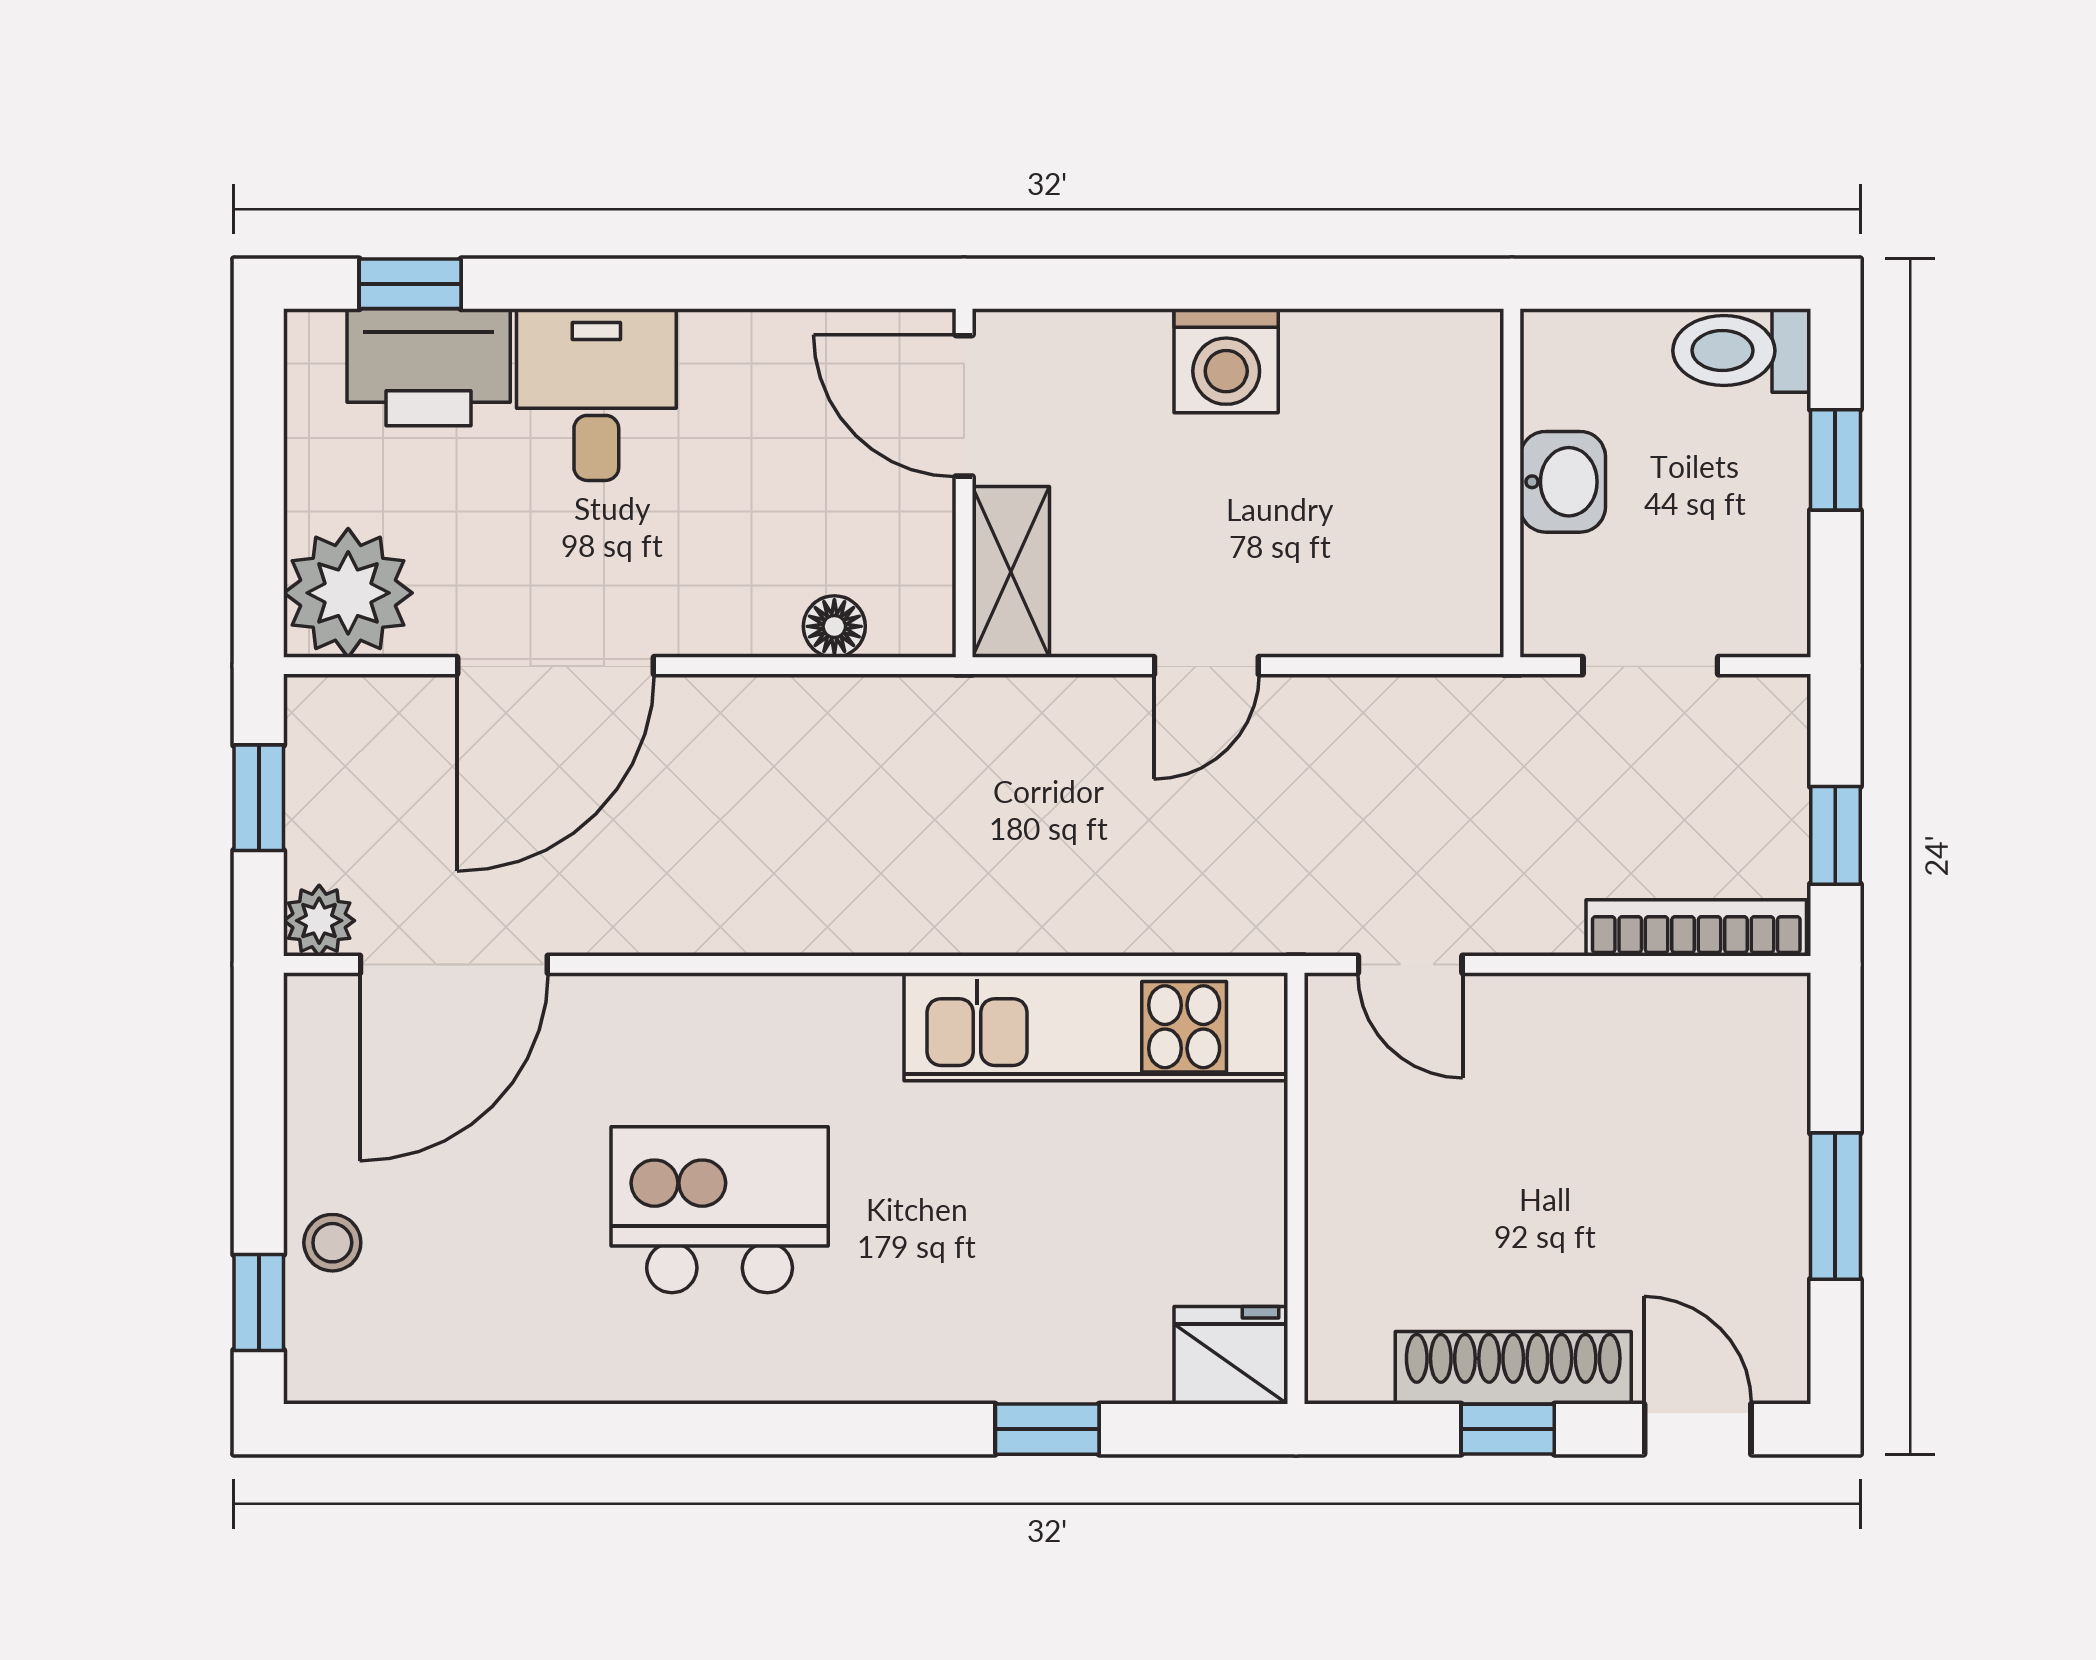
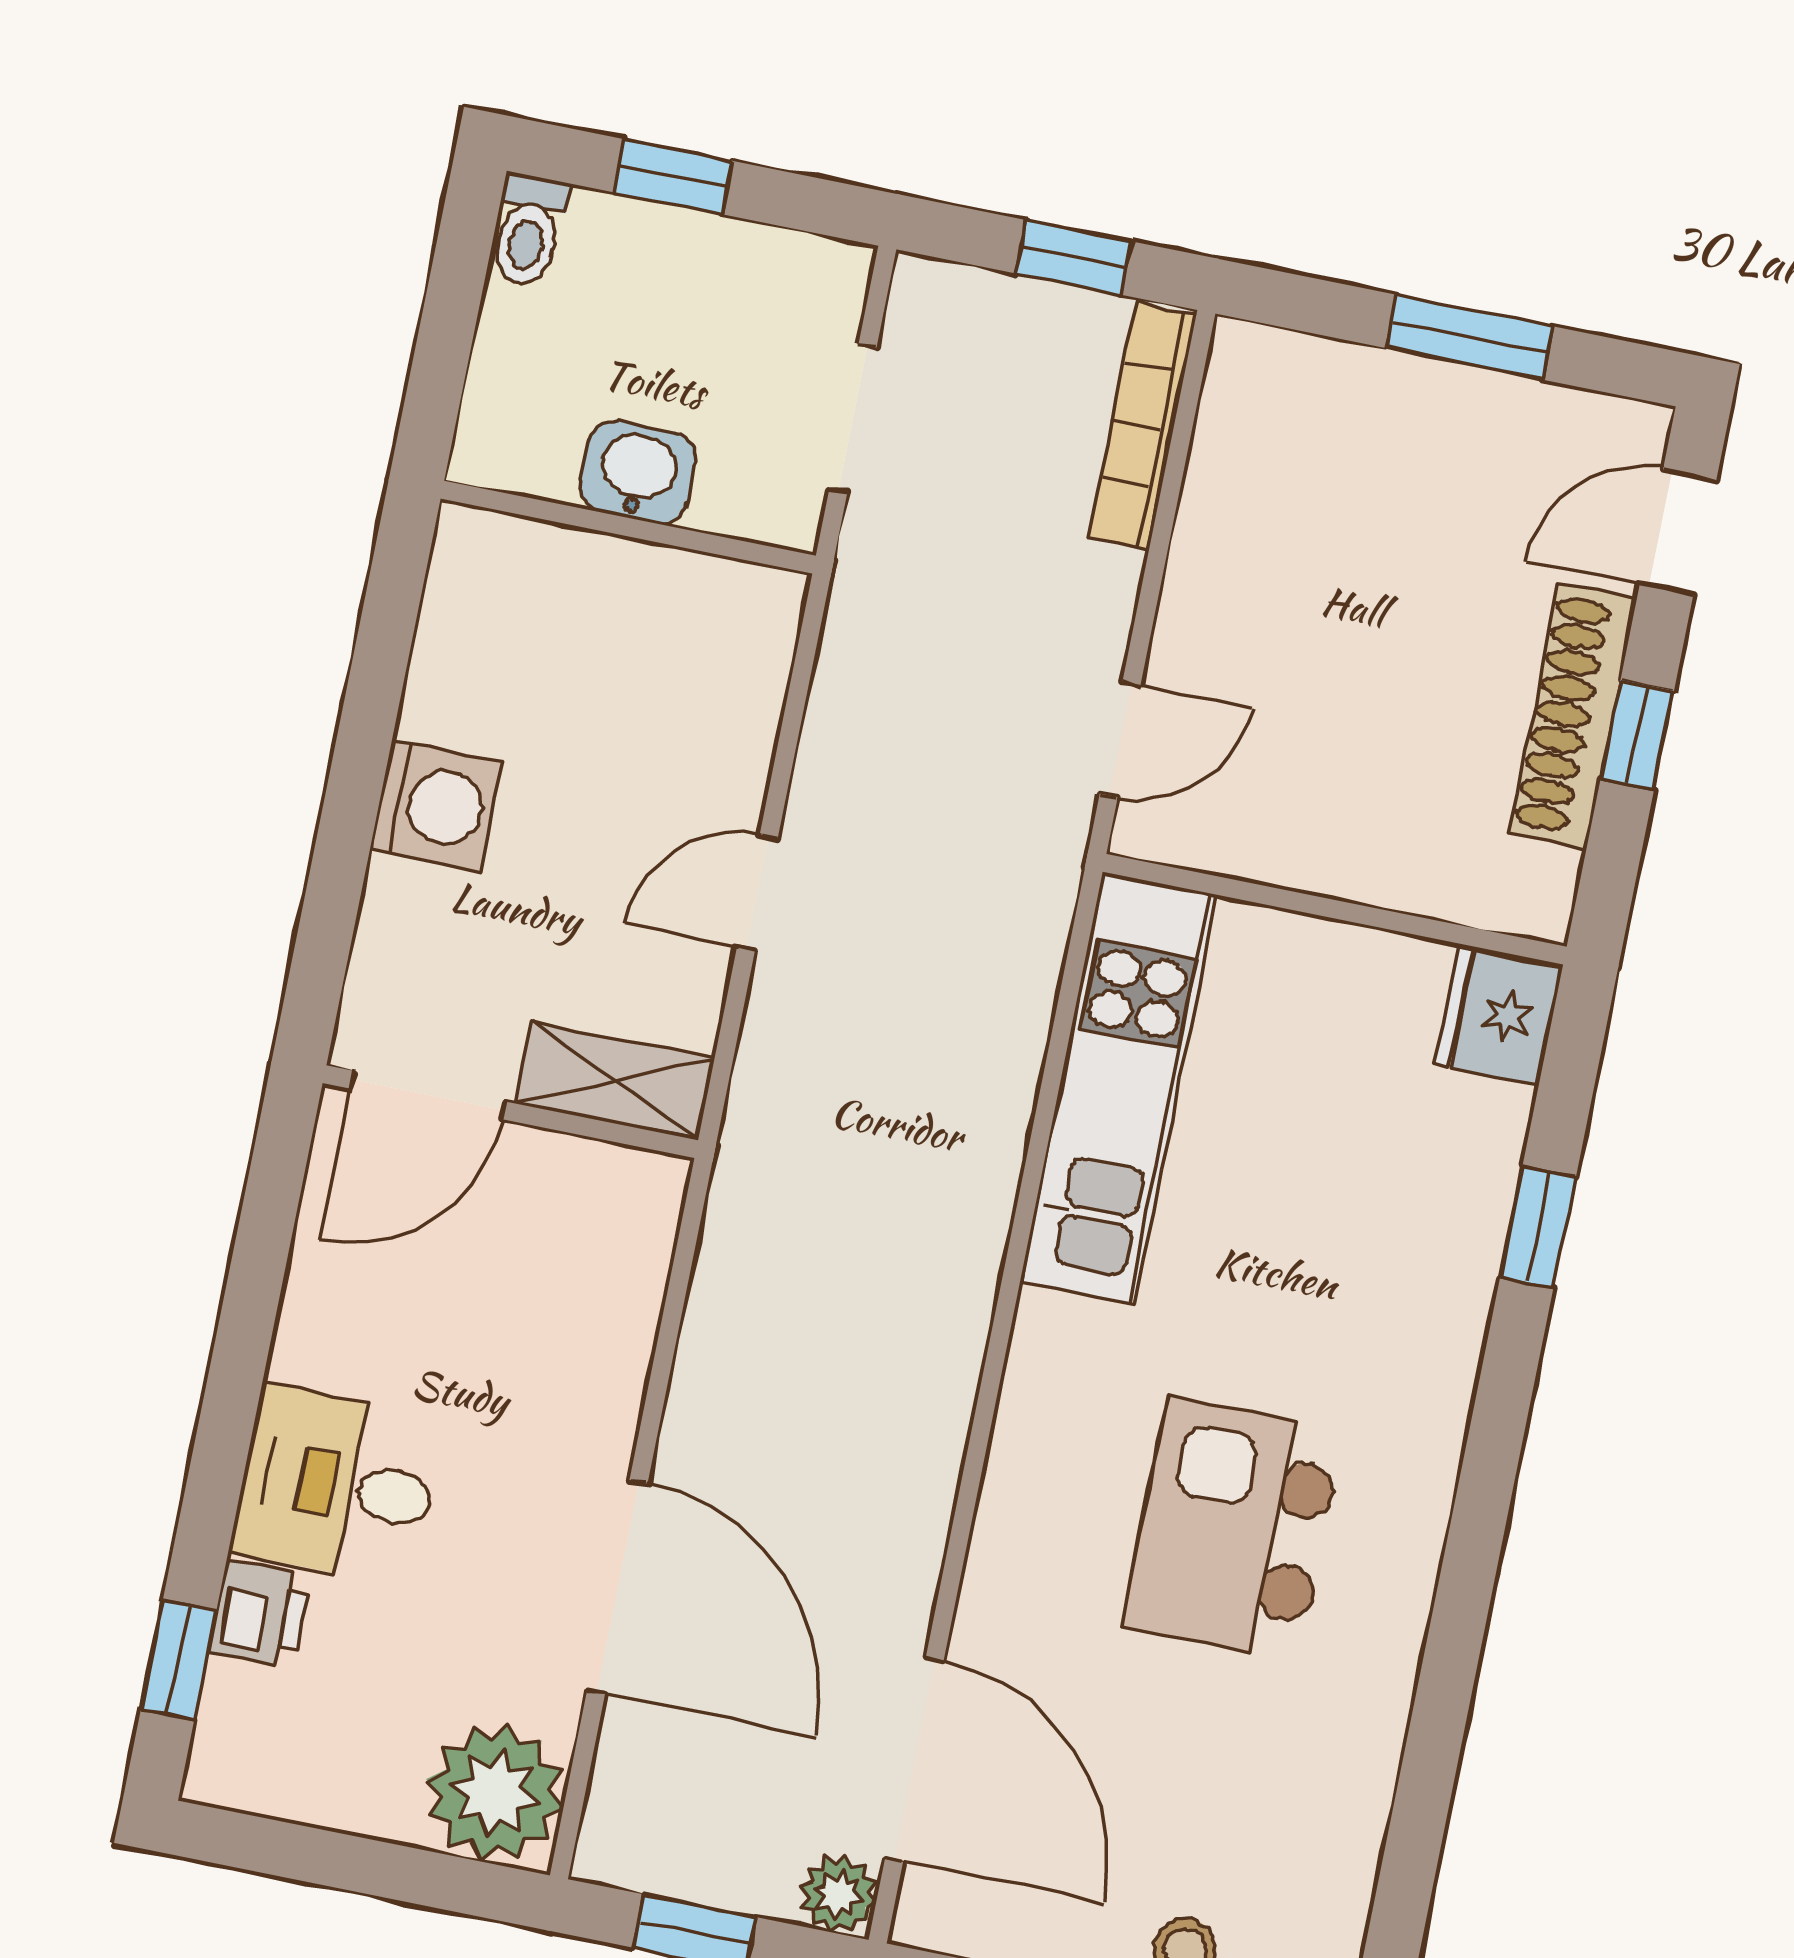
toilet: (1742, 351) -> (528, 230), width x0.73, depth x0.72
printer: (429, 367) -> (260, 1614), width x0.53, depth x0.68
floor lamp: (834, 626) -> (636, 1281), removed
door: (1206, 666) -> (757, 892), swing flipped

